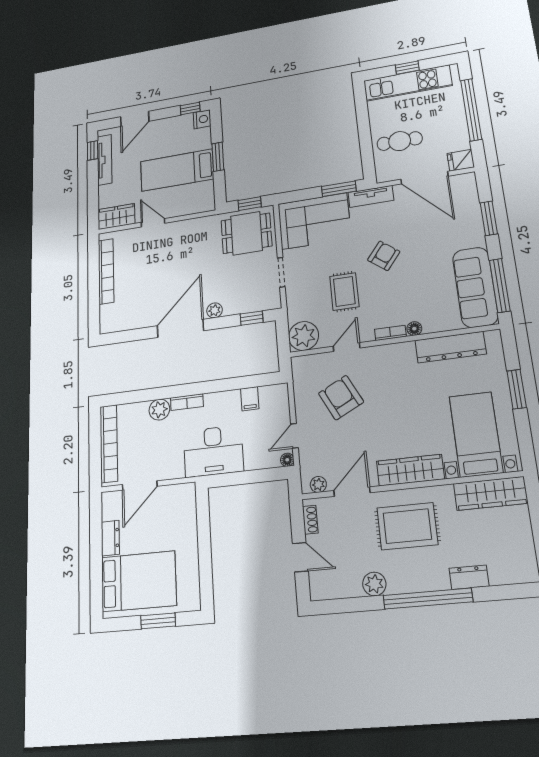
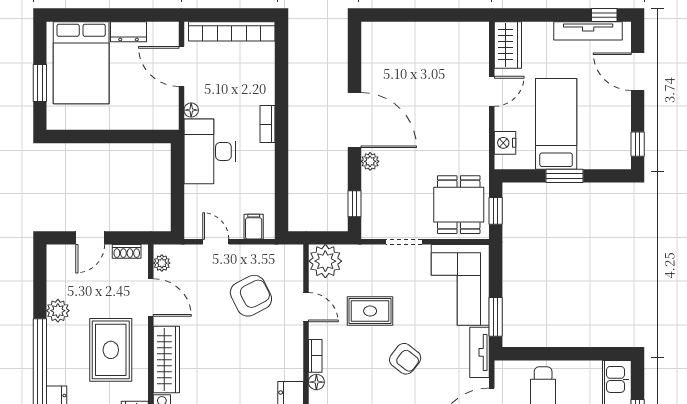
nightstand: (202, 119) -> (505, 143), moved, turned 90
bookcase: (106, 271) -> (439, 31), removed
filing cabinet: (250, 399) -> (254, 227), moved, turned 90
plant: (159, 410) -> (263, 92), removed
floor lamp: (287, 460) -> (191, 110), moved

